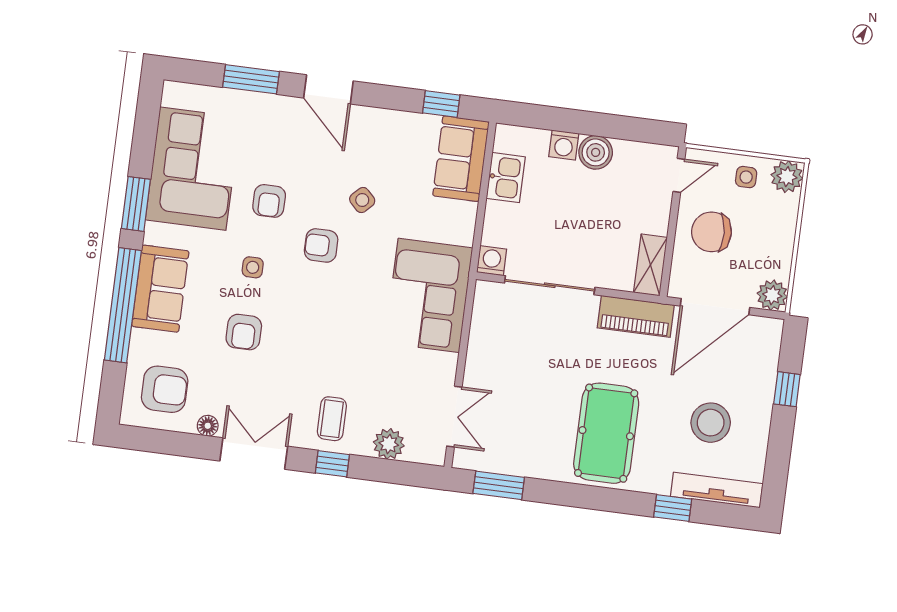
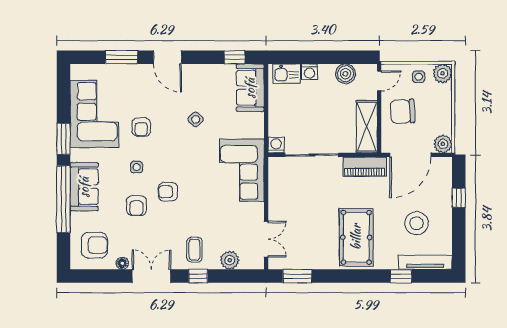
boiler: (596, 152) -> (345, 74), moved
kitchen sink: (506, 178) -> (286, 74), moved, turned 90
armchair: (321, 245) -> (168, 192), moved
shelving: (650, 265) -> (367, 127), width x1.50, depth x1.33

